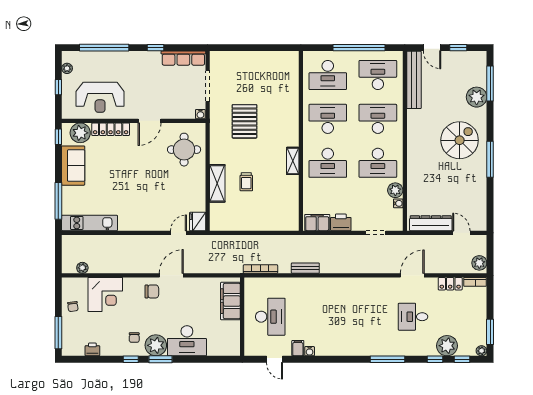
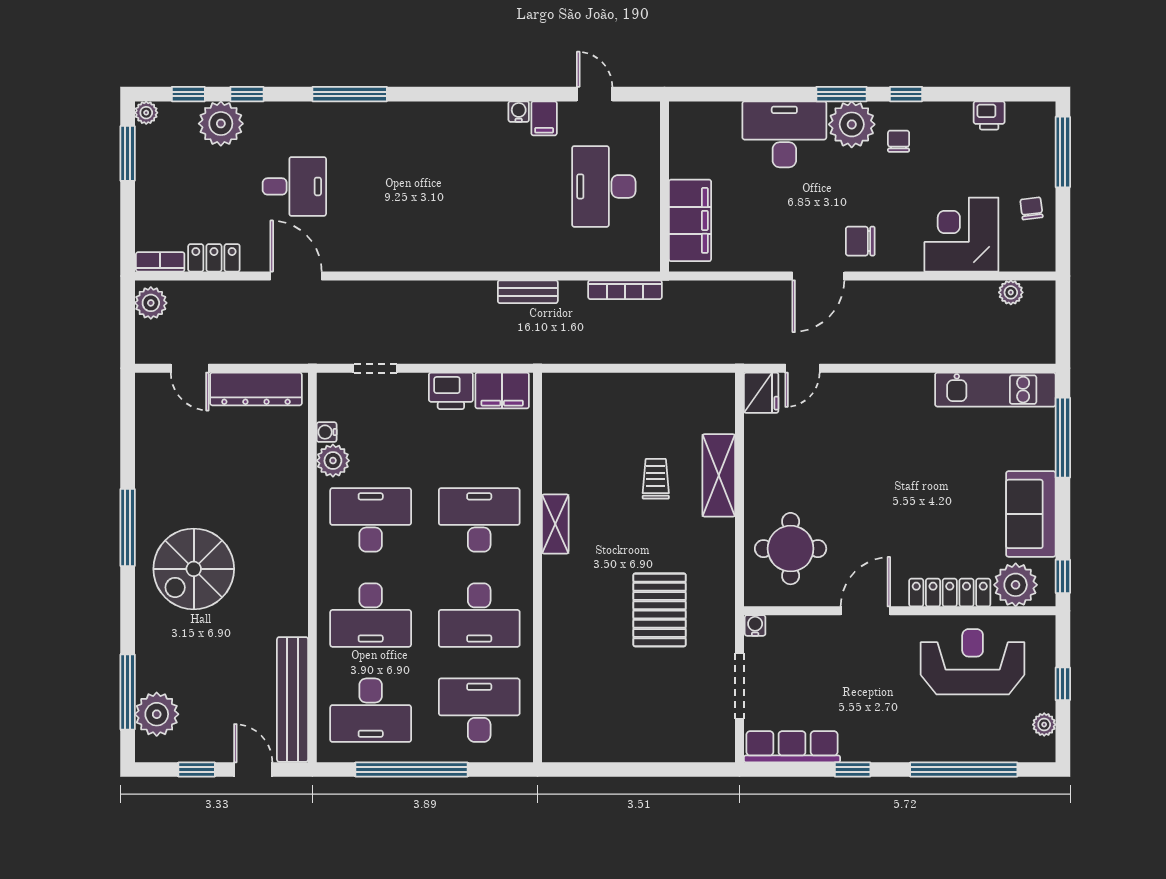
plant: (477, 97) -> (157, 714), moved
door: (412, 275) -> (296, 276), swing flipped

